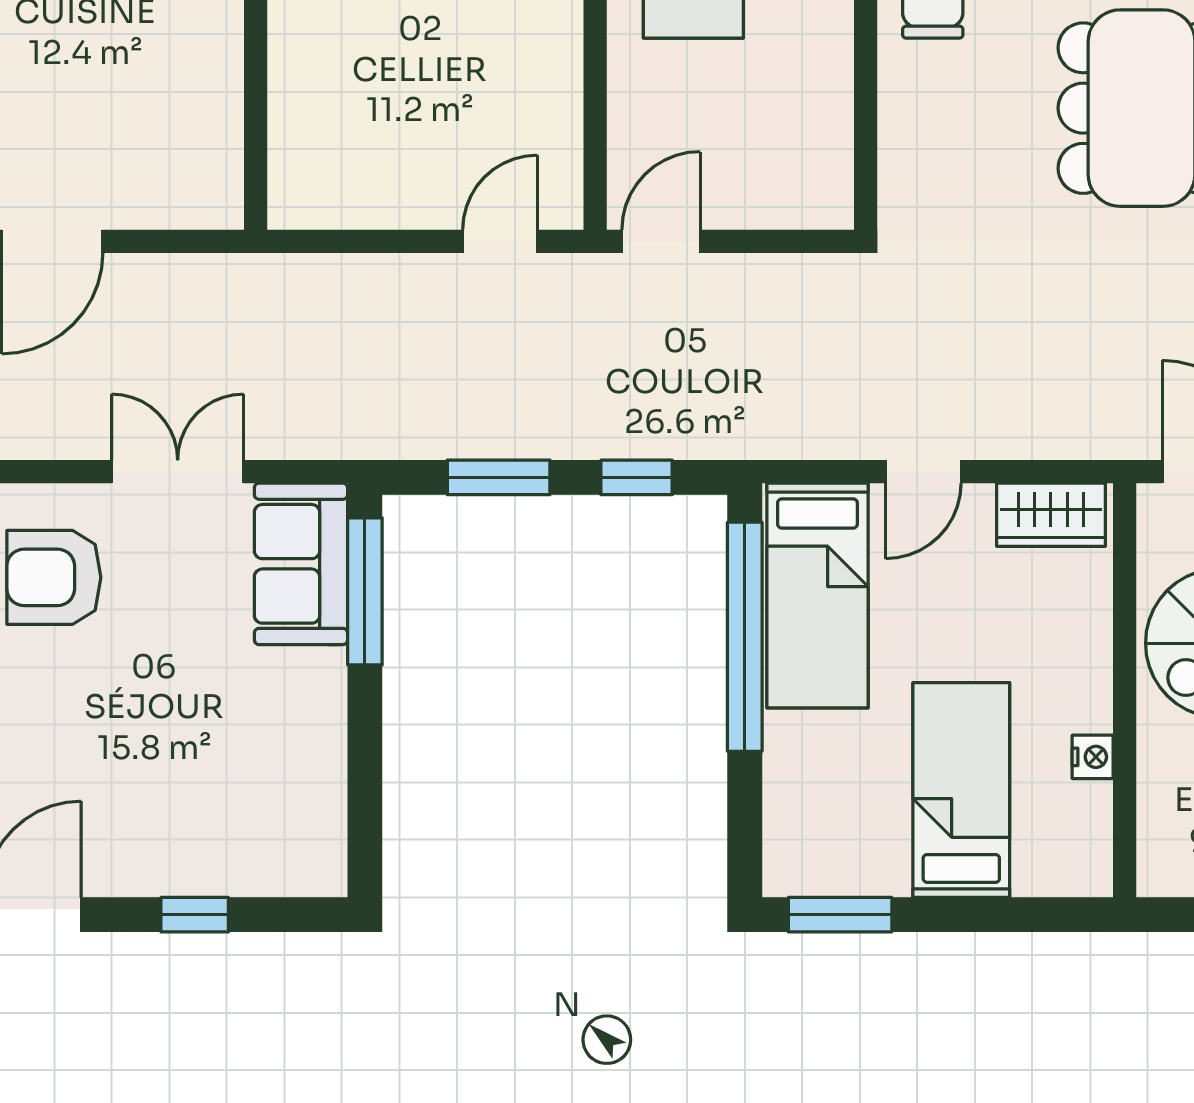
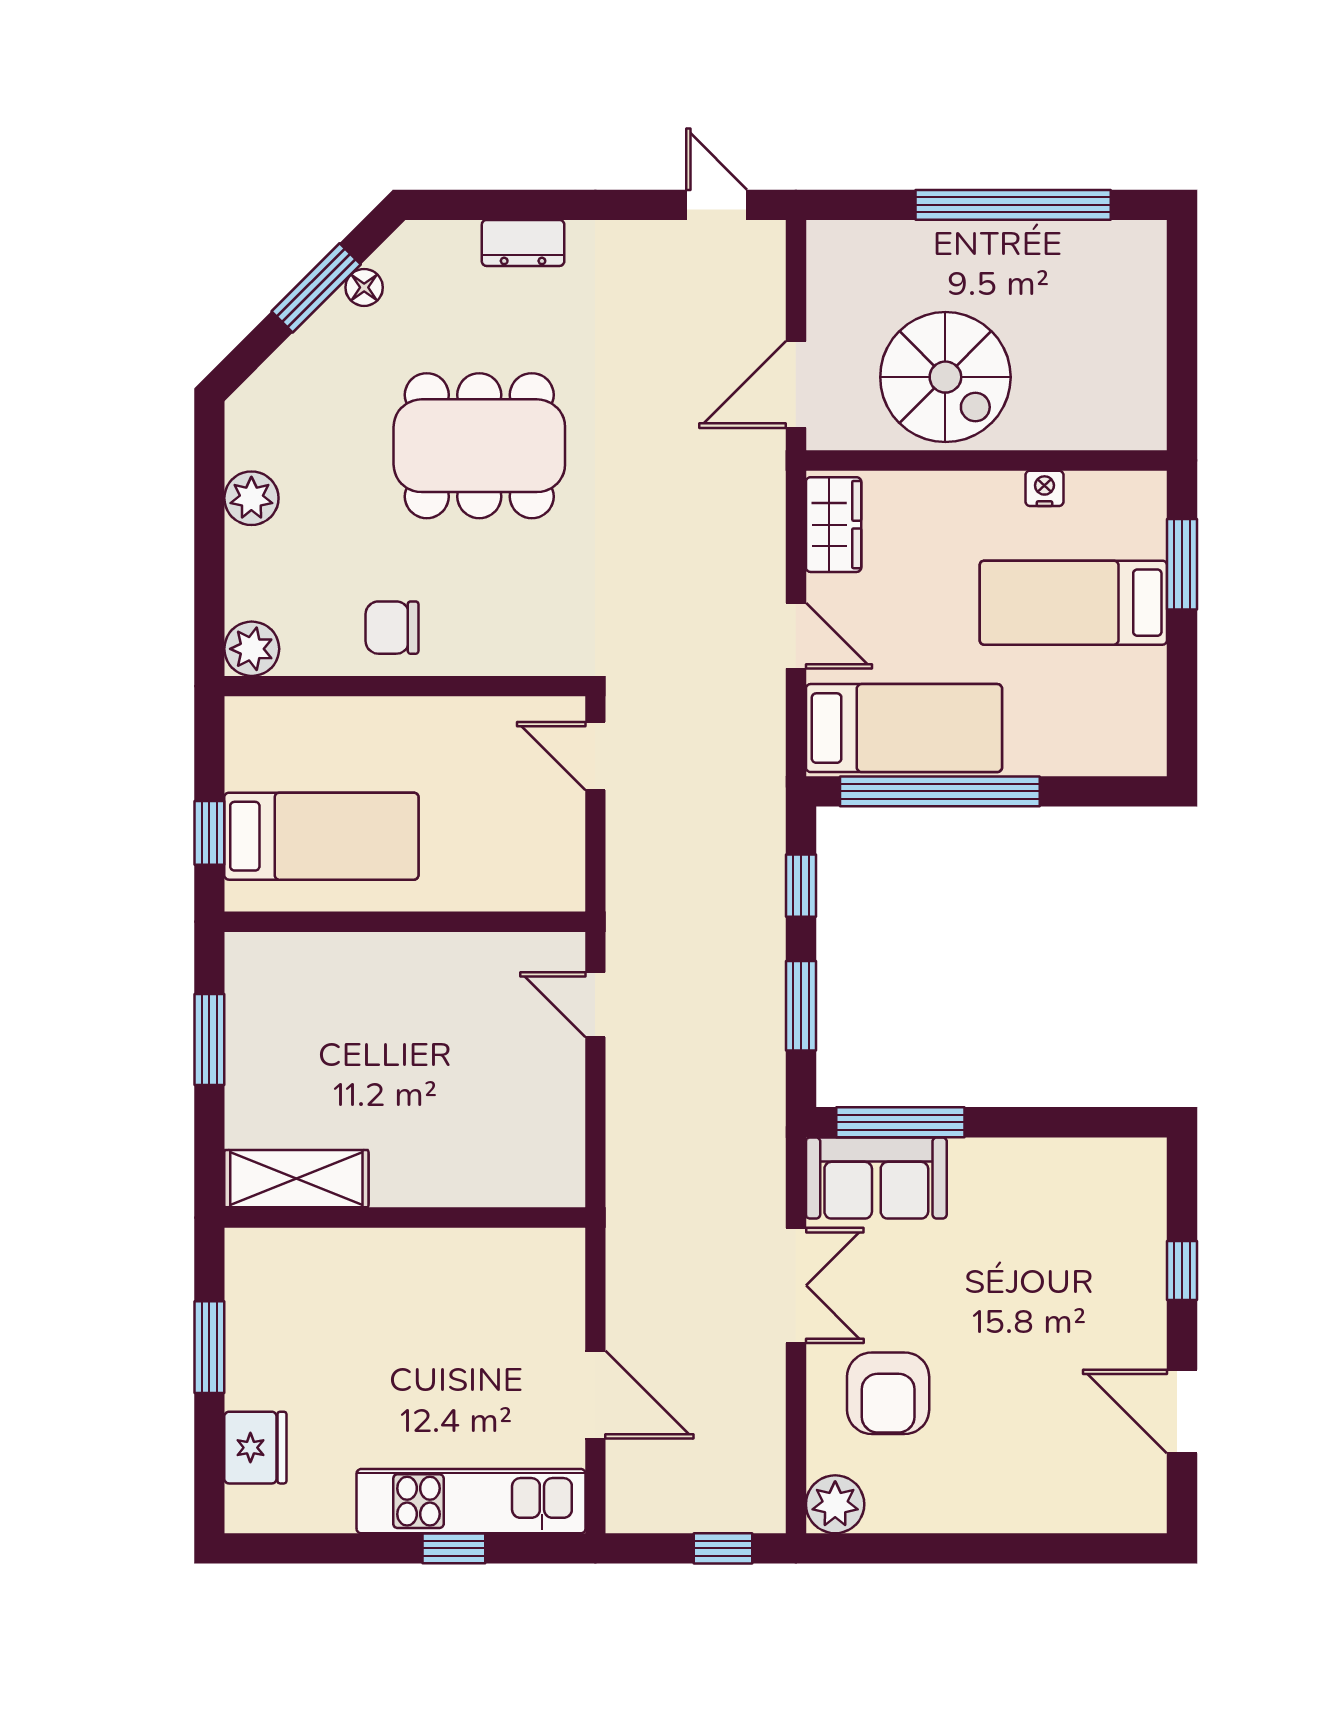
door: (661, 241) -> (595, 756), moved
double door: (178, 472) -> (796, 1285), swing flipped
window: (840, 915) -> (1182, 564), moved

